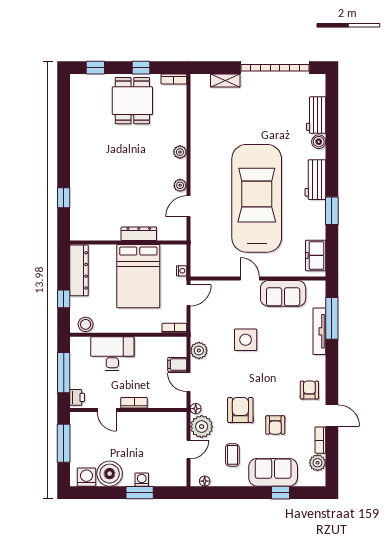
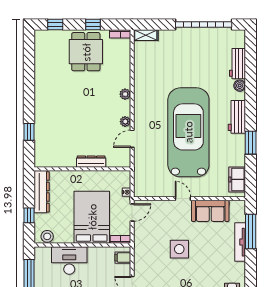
shelving: (225, 81) -> (146, 35), moved
bed: (138, 276) -> (92, 217), moved, turned 180
plant: (199, 350) -> (141, 258), removed
filing cabinet: (177, 364) -> (123, 258), moved

